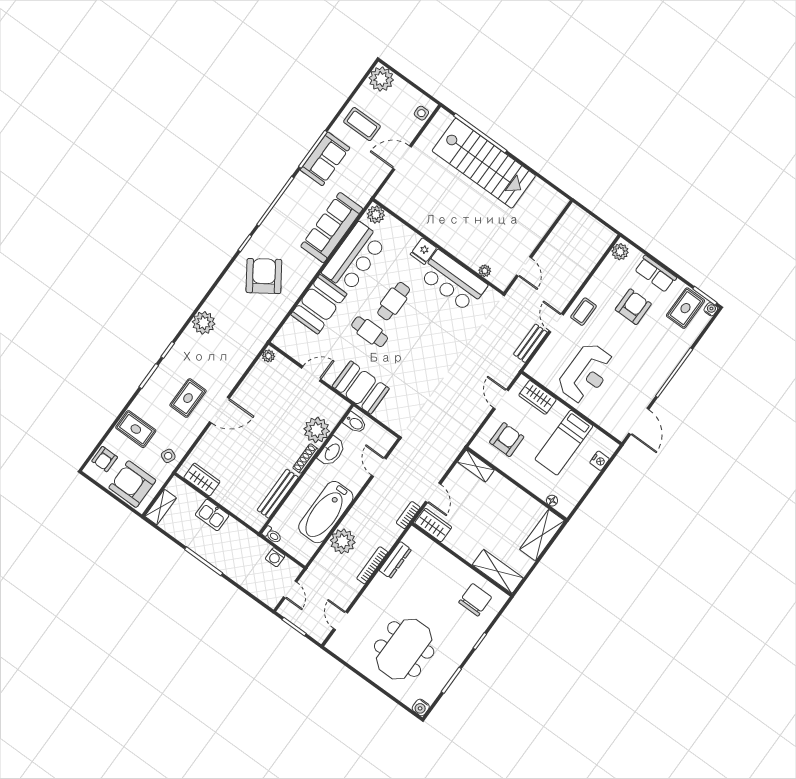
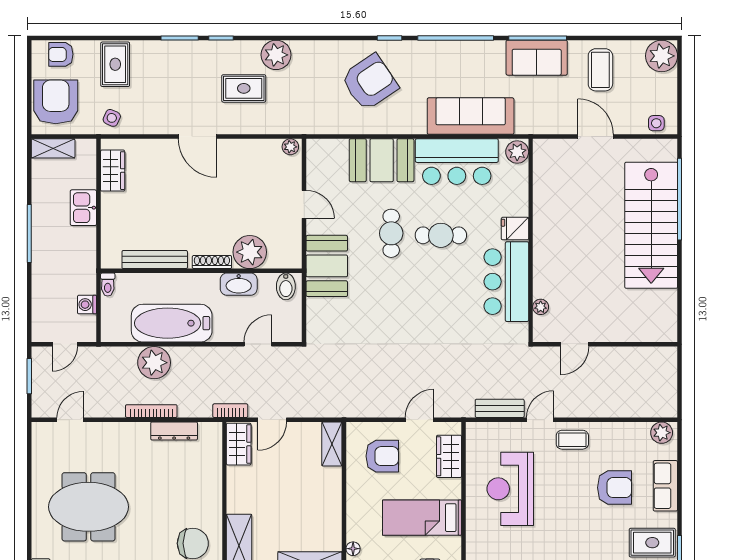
reception desk: (586, 373) -> (510, 489), turned 90
rug: (188, 398) -> (244, 88), moved

